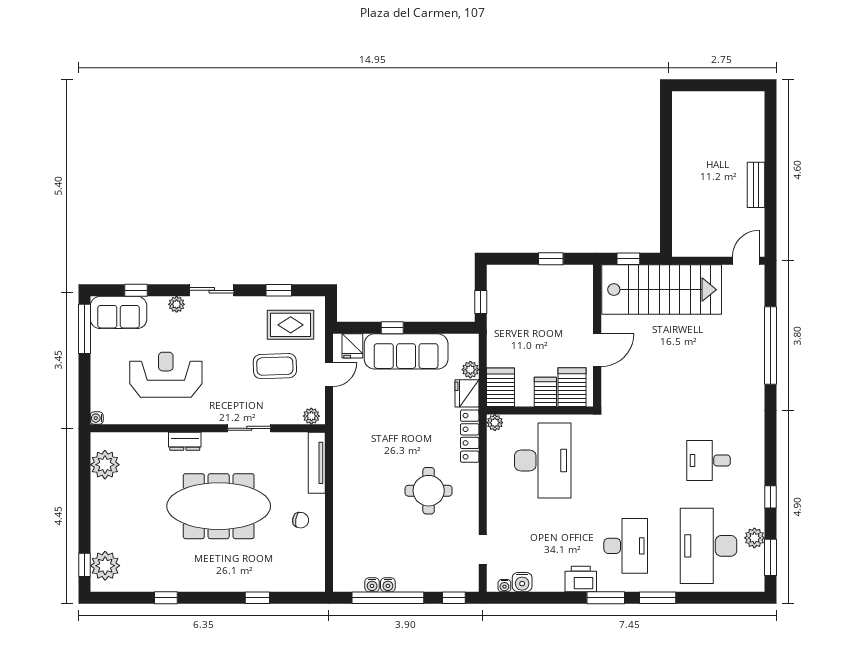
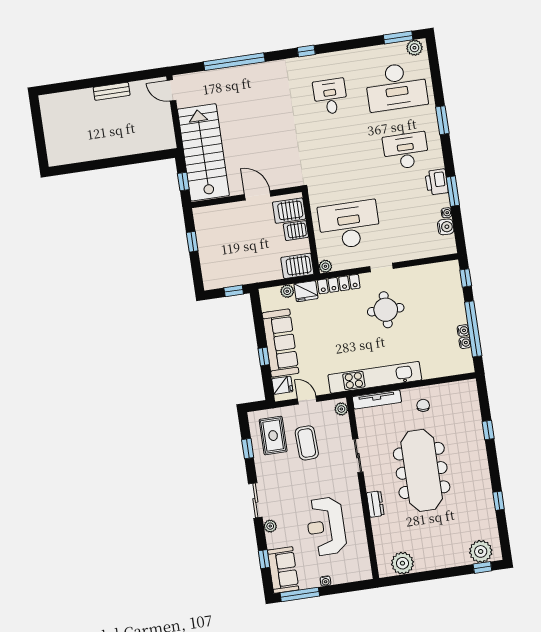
water cooler: (97, 418) -> (326, 581), moved
desk: (709, 461) -> (330, 96), turned 180
kitchen unit: (345, 464) -> (375, 377), added
window: (771, 497) -> (306, 51), moved
plant: (754, 538) -> (414, 48), moved
doorway: (483, 550) -> (381, 268), moved
water cooler: (504, 586) -> (446, 213), moved
window: (606, 598) -> (453, 191), moved

